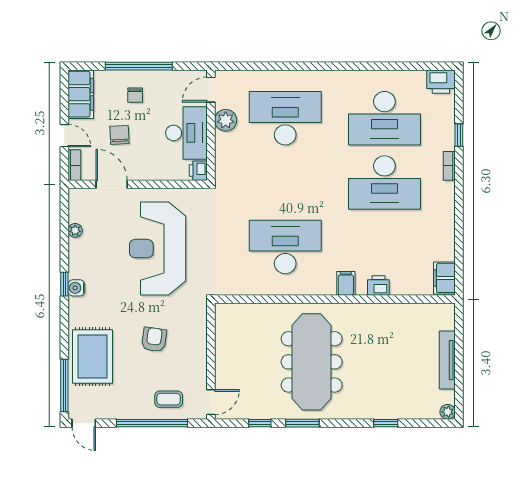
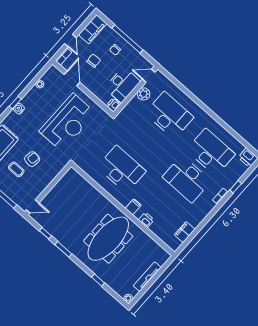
desk: (384, 118) -> (211, 152), turned 180
reception desk: (158, 249) -> (67, 122), turned 180
filing cabinet: (444, 278) -> (185, 232), moved
meeting table: (312, 362) -> (108, 239), moved
coffee table: (169, 399) -> (16, 169), moved

